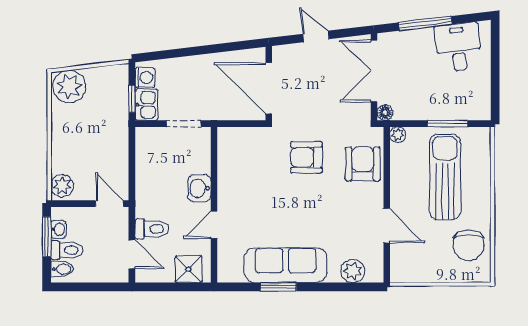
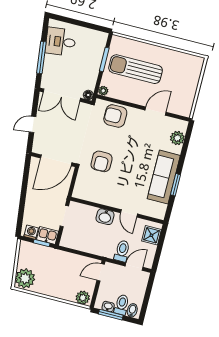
armchair: (306, 157) -> (102, 161), moved
chair: (469, 245) -> (179, 65), removed

